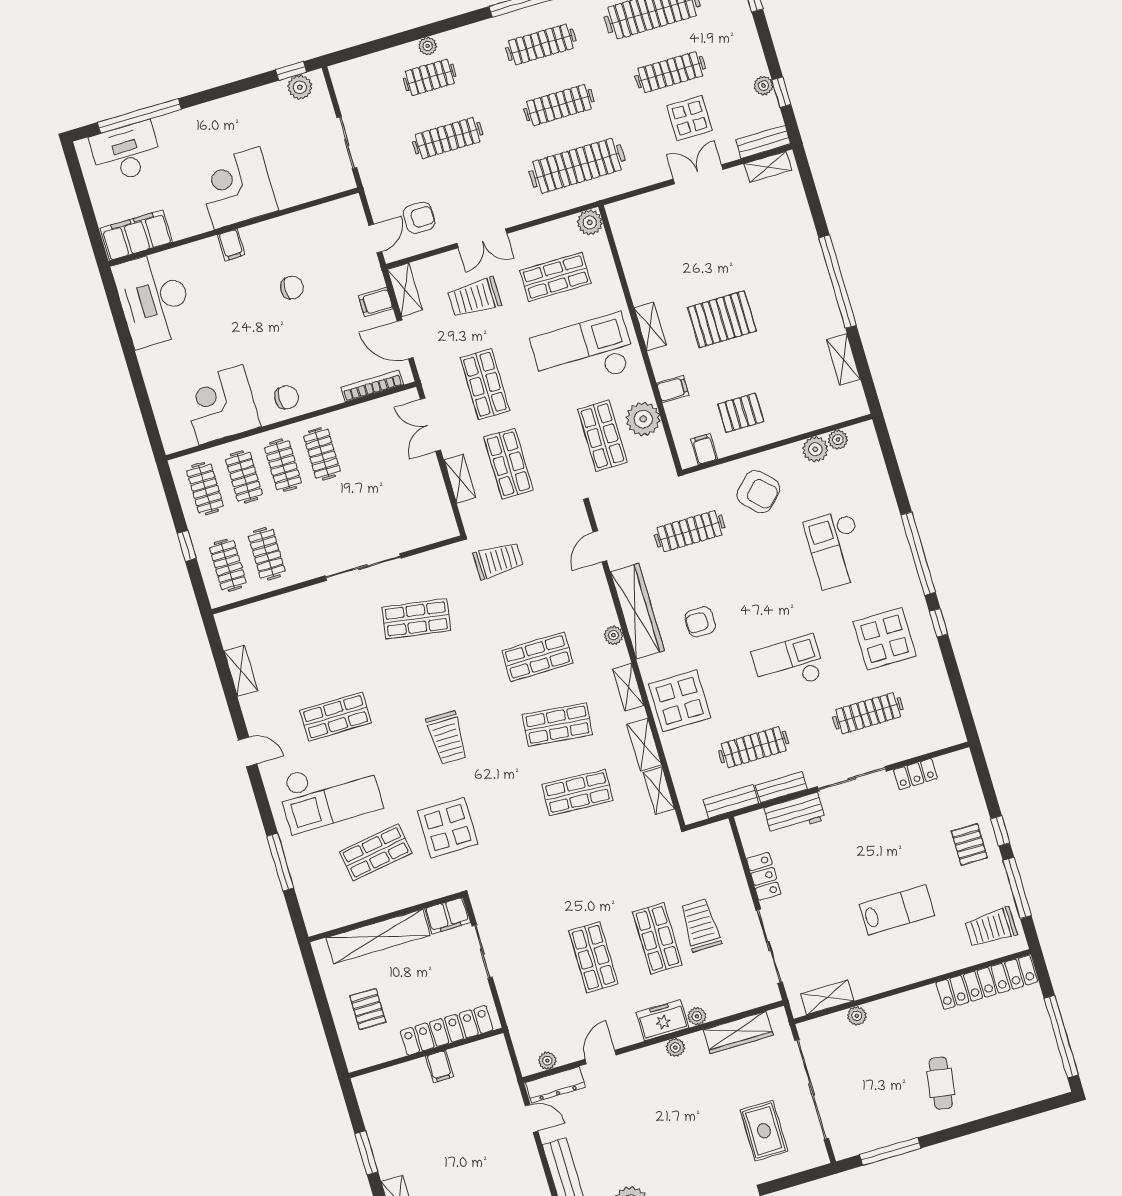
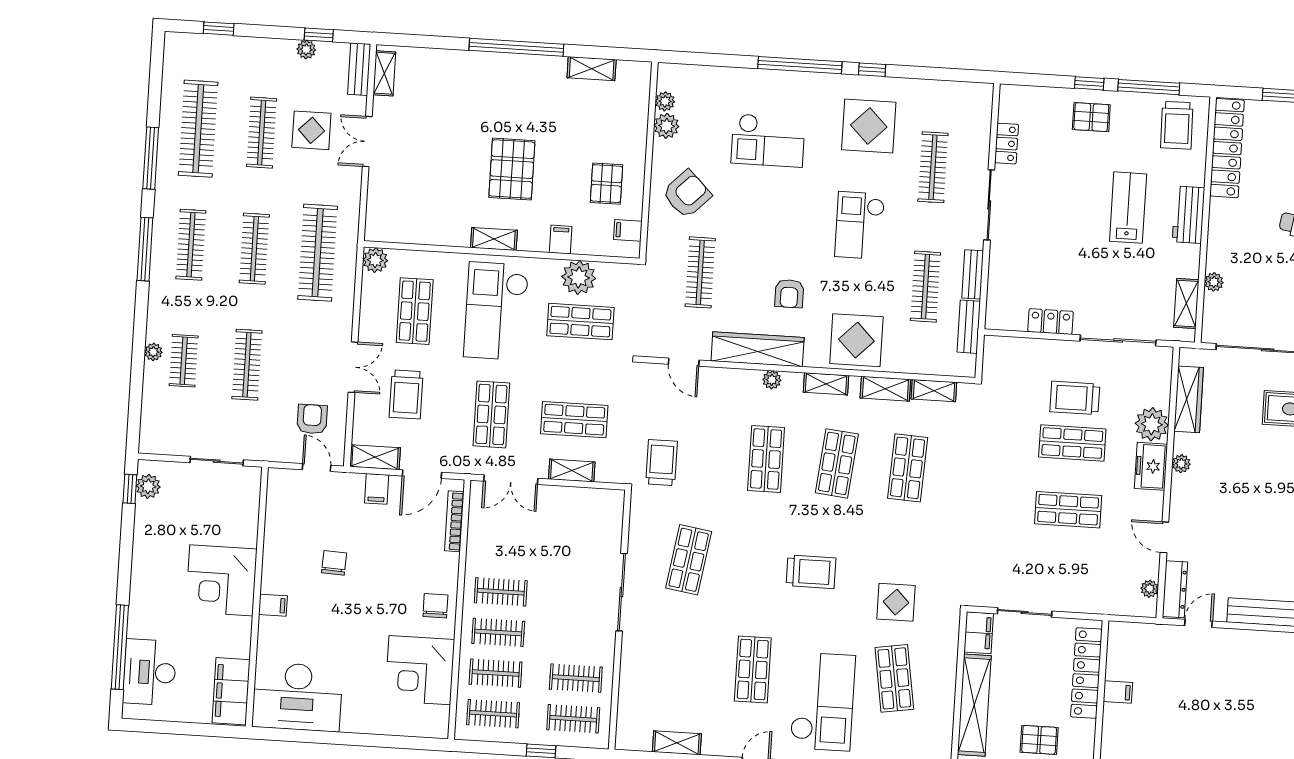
shop shelf: (485, 384) -> (491, 414), turned 90
workbench: (795, 814) -> (1188, 215), moved, turned 180
display table: (448, 828) -> (896, 602), width x0.73, depth x0.73
plant: (697, 1016) -> (1152, 424), width x1.87, depth x1.87

